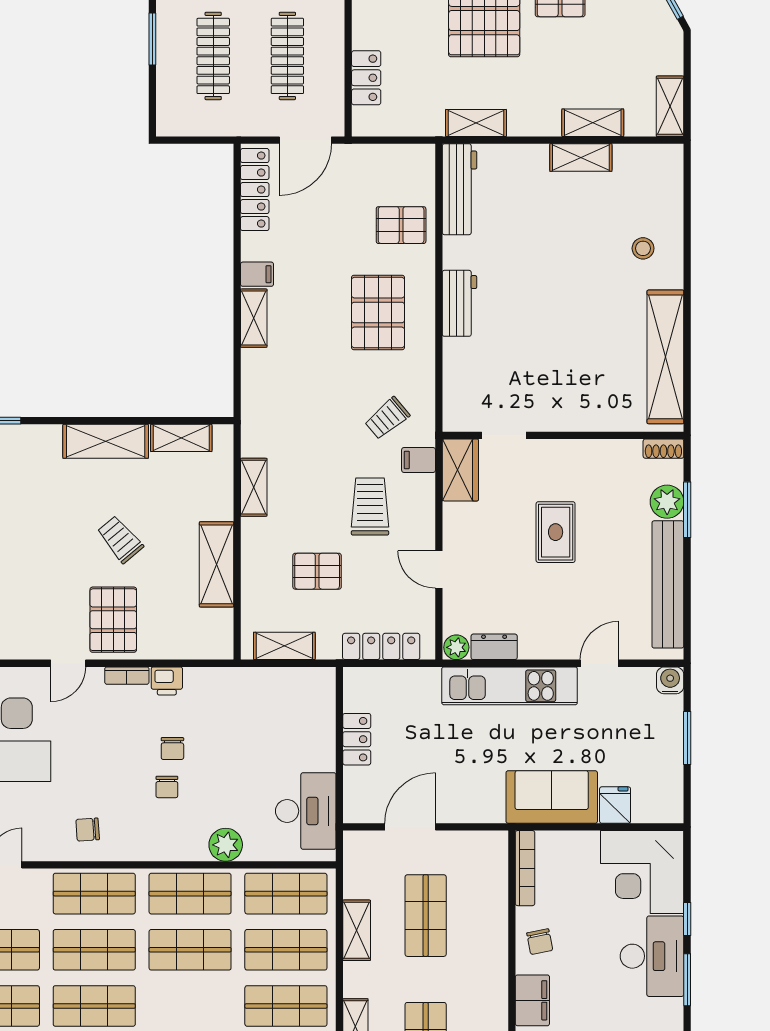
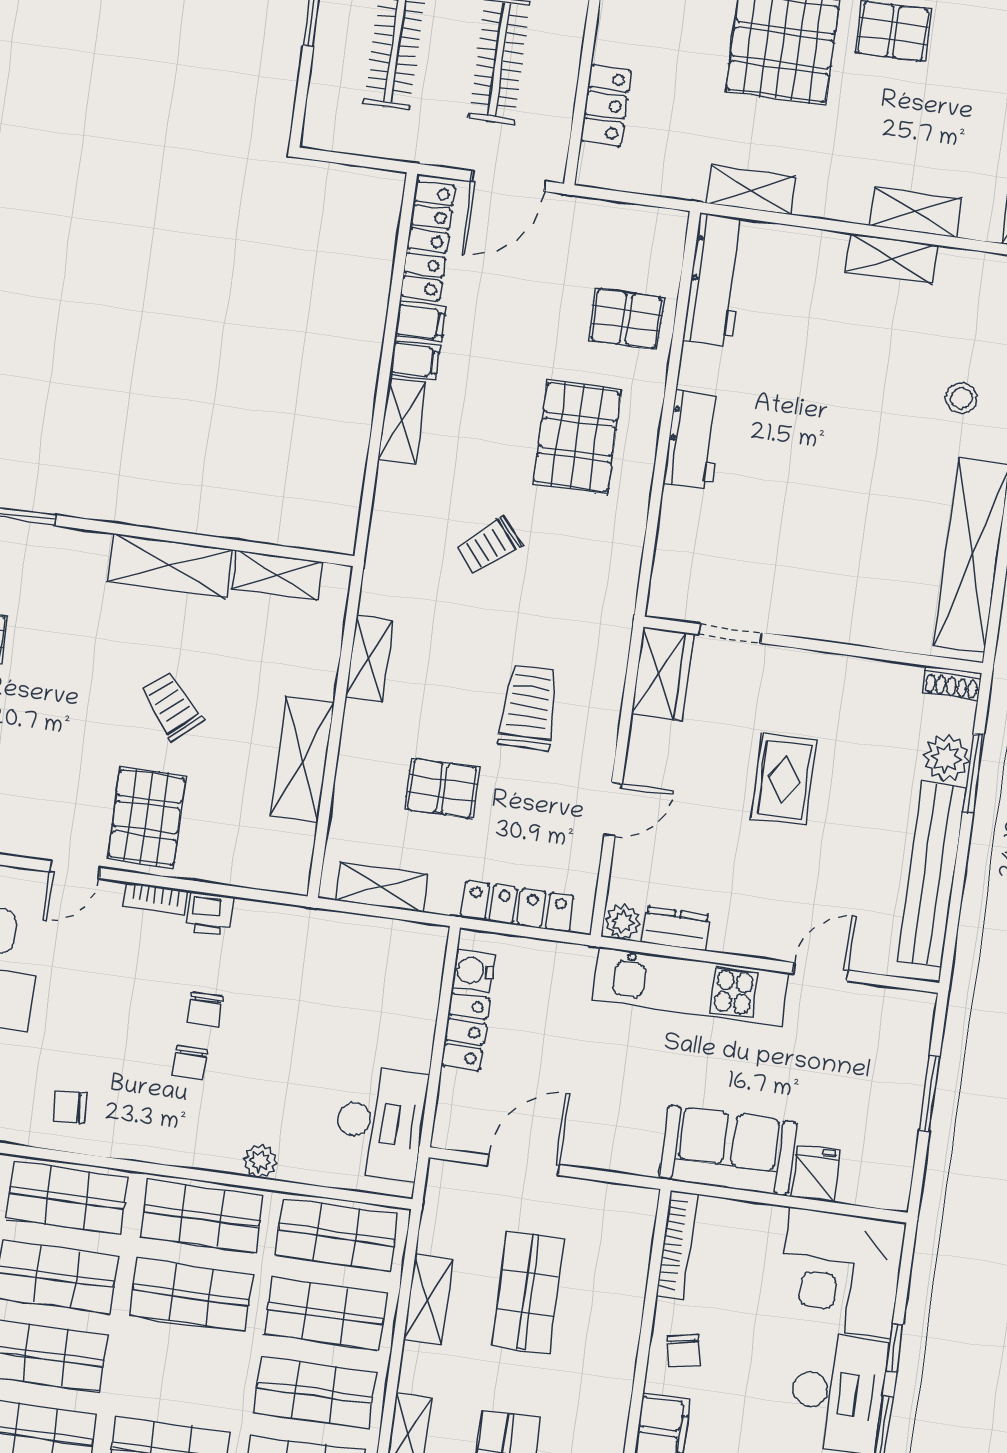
trolley: (387, 418) -> (489, 545), moved
filing cabinet: (419, 460) -> (421, 322), moved, turned 180
door: (439, 570) -> (613, 809), swing flipped
water cooler: (670, 680) -> (473, 971), moved, turned -90
plant: (226, 845) -> (260, 1161), width x0.73, depth x0.73

